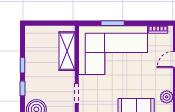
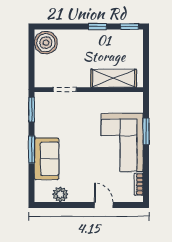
corner sofa: (113, 50) -> (122, 142), width x0.73, depth x0.74
window: (22, 88) -> (130, 26), moved

